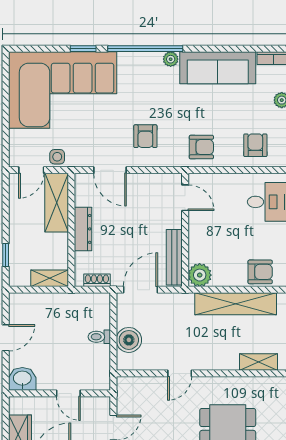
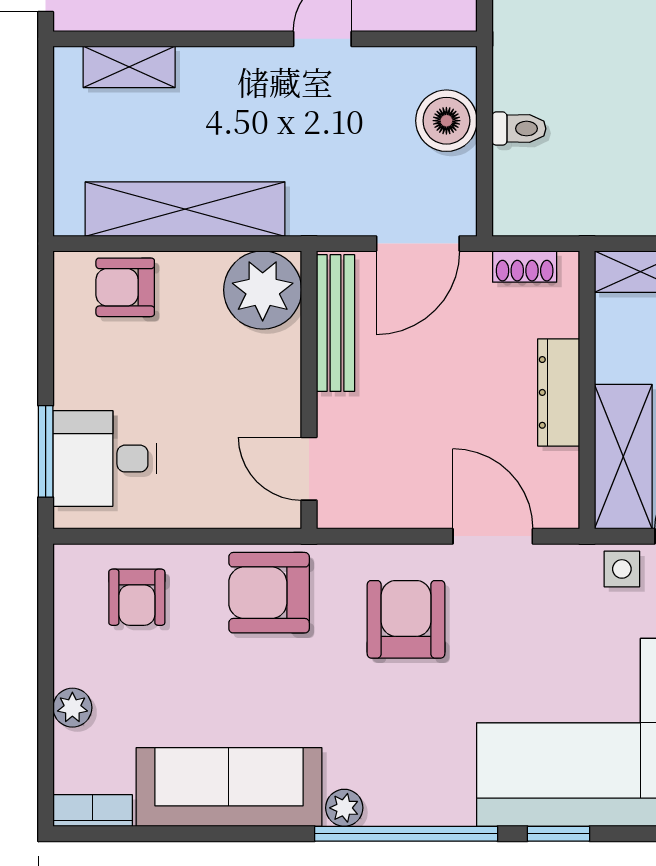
armchair: (145, 136) -> (406, 619), width x1.38, depth x1.38
armchair: (201, 147) -> (269, 593), width x1.38, depth x1.38
plant: (200, 275) -> (263, 290), width x1.36, depth x1.36

